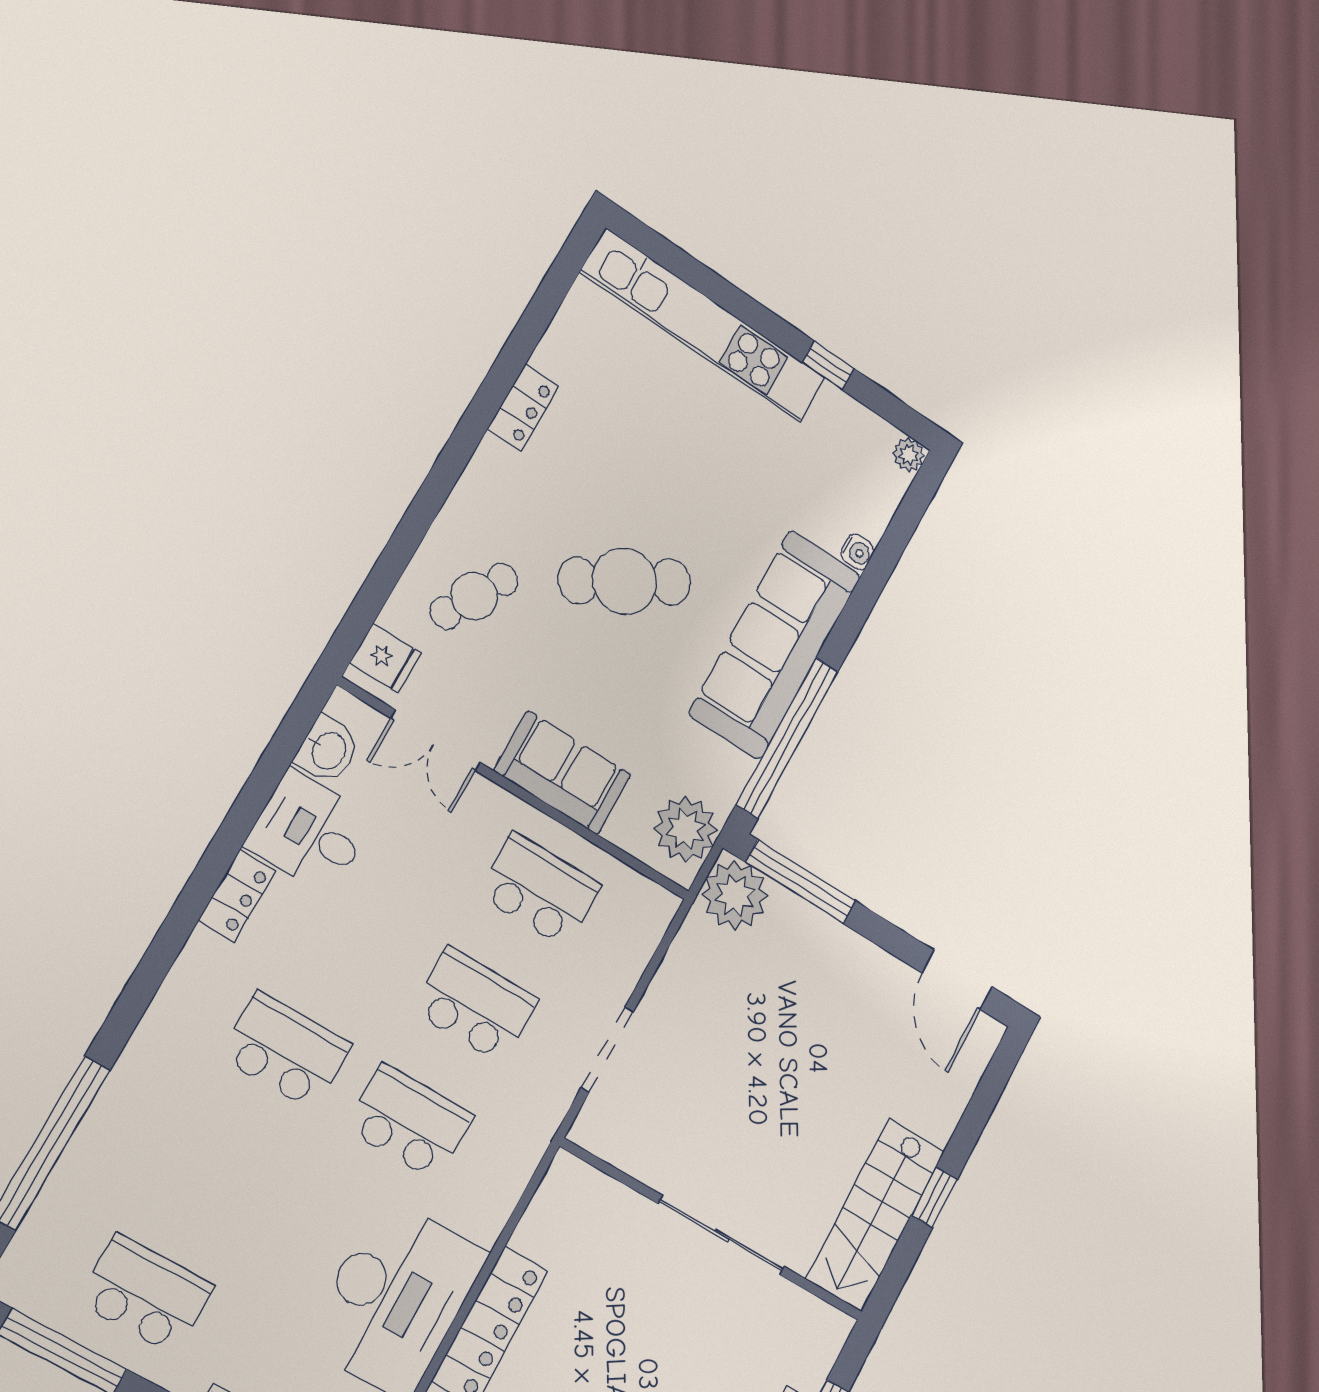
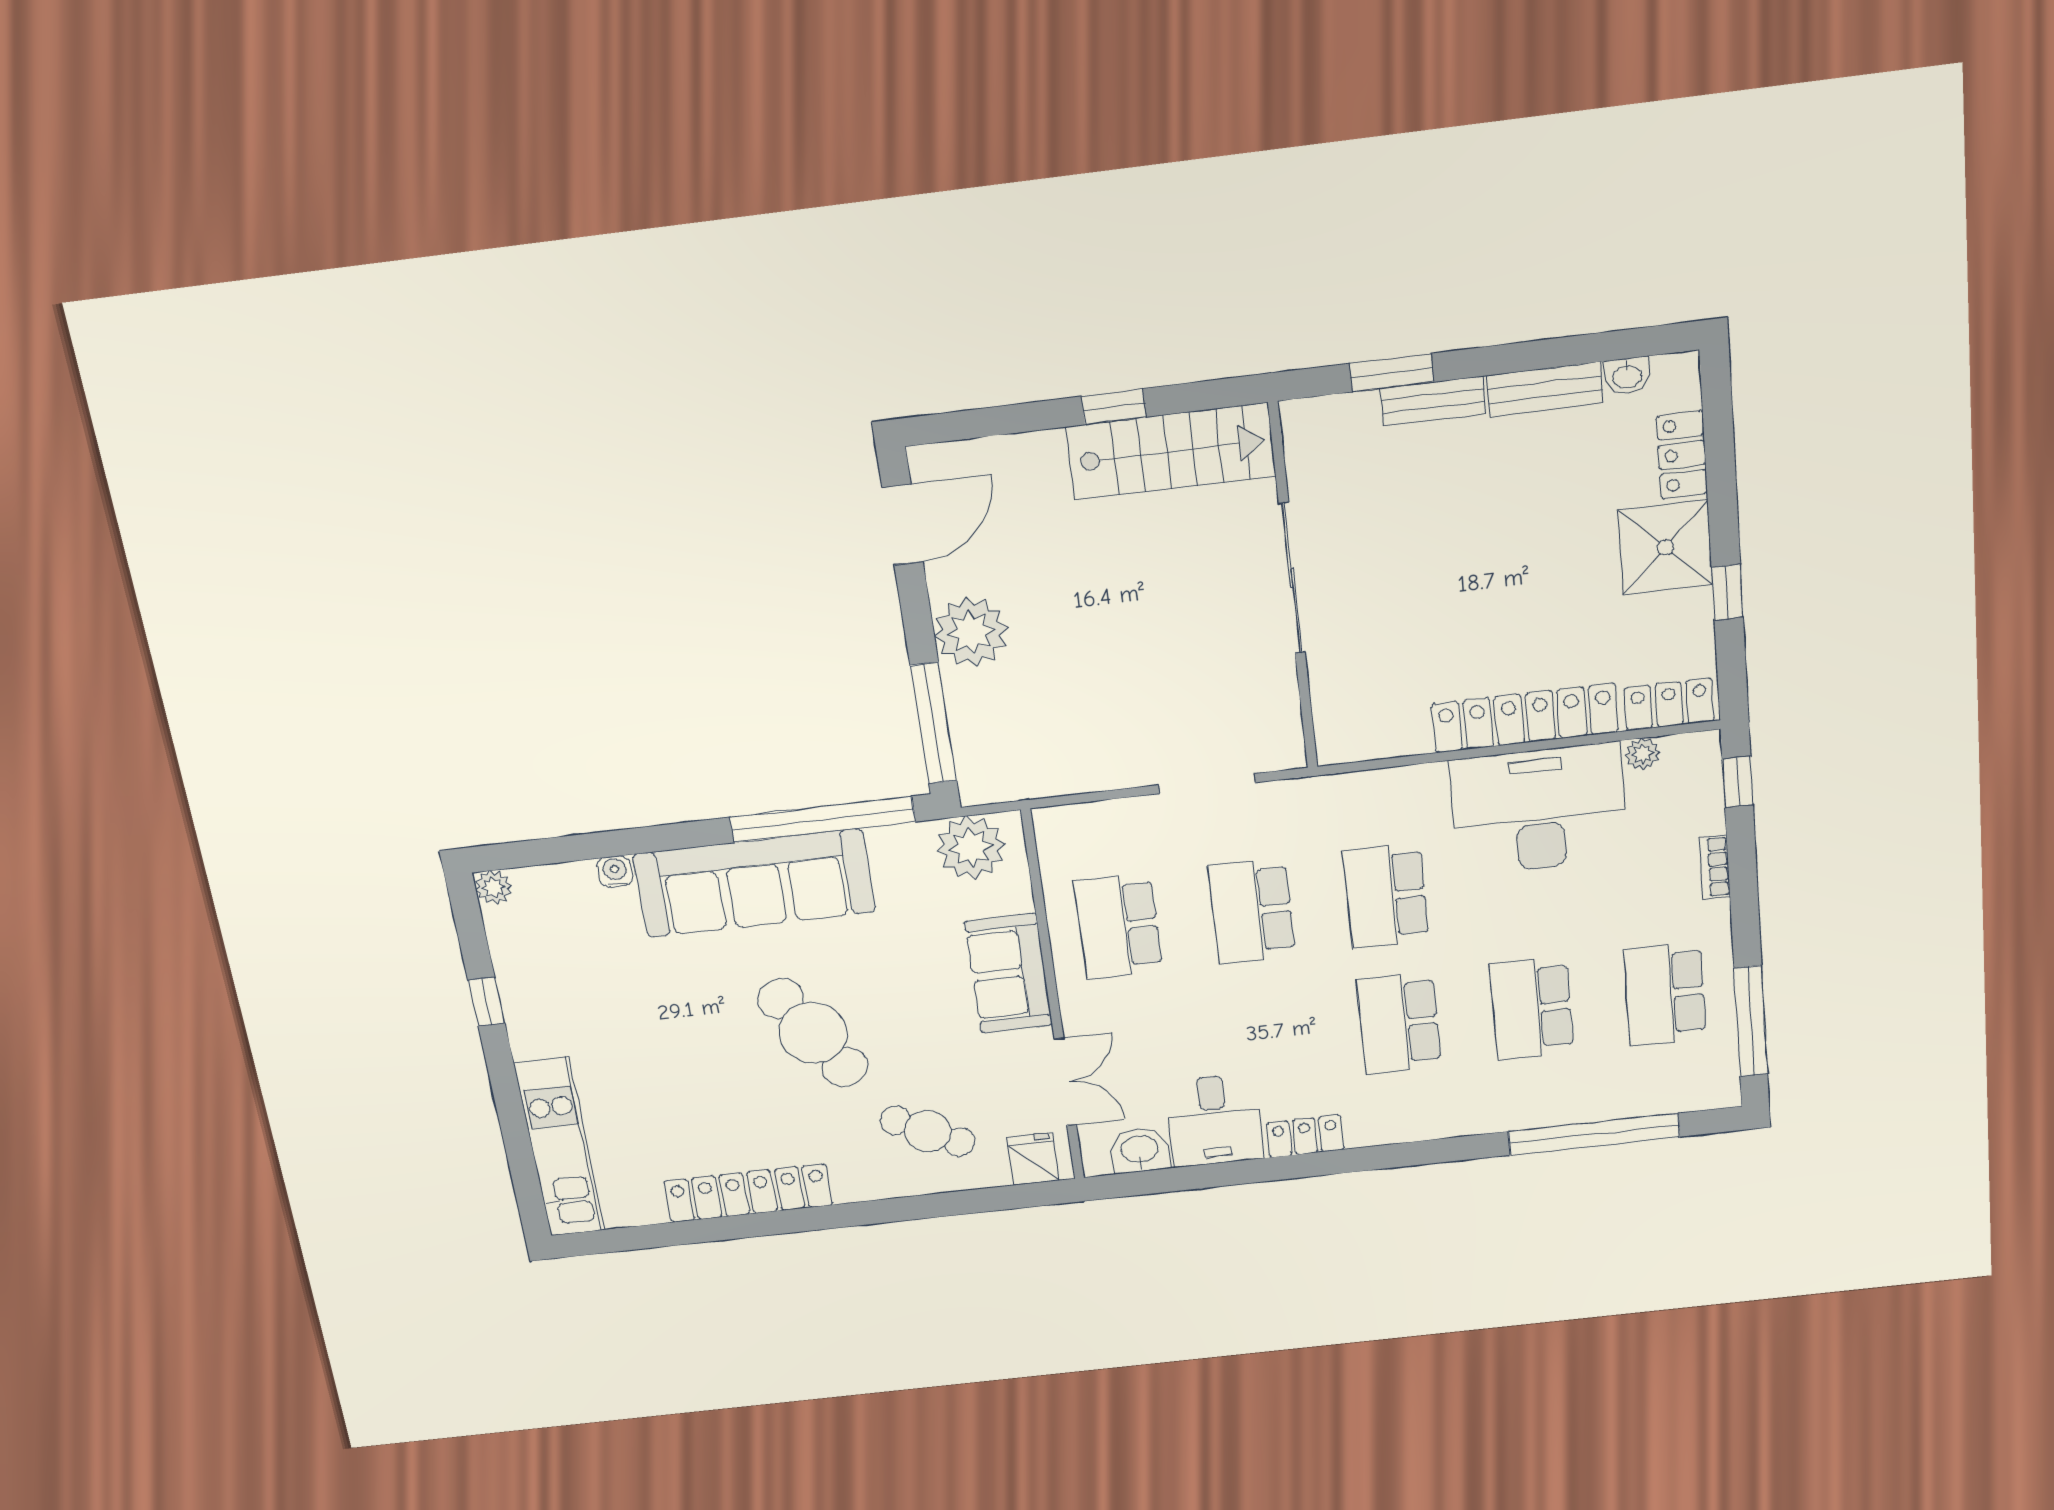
kitchen unit: (704, 326) -> (560, 1147), width x0.73
locker: (523, 408) -> (748, 1193), width x2.16, depth x1.21
plant: (735, 895) -> (971, 632), moved
school desk: (217, 1171) -> (1532, 1009), added

